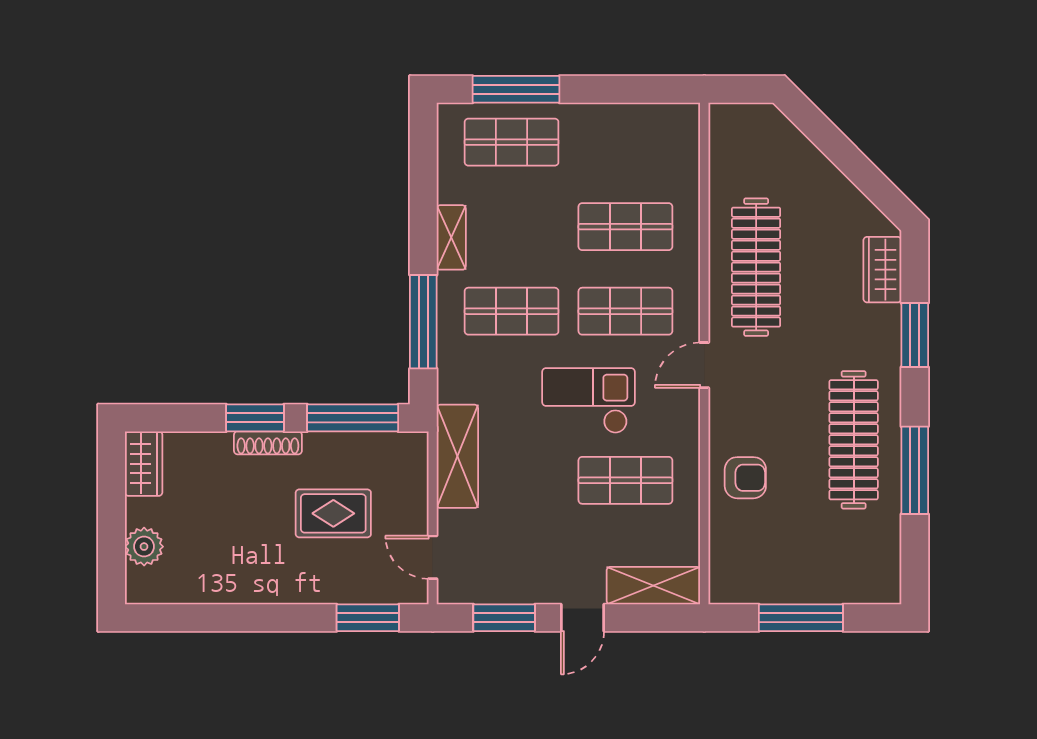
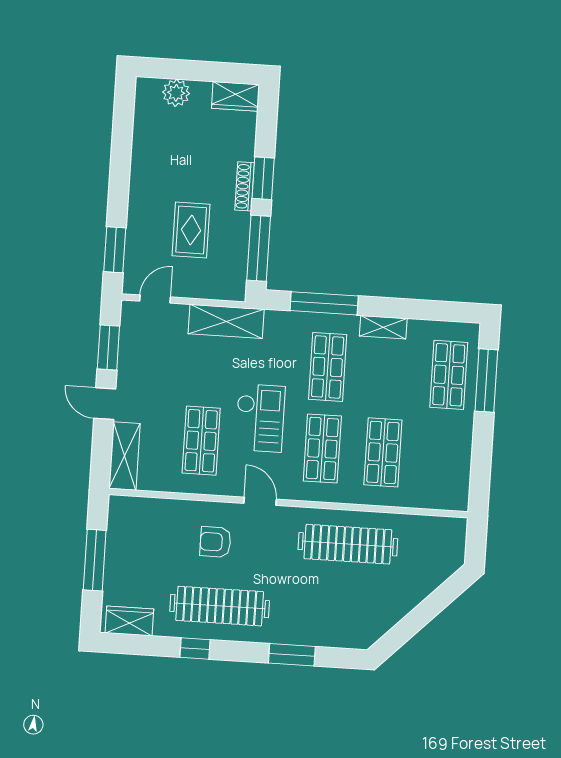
wardrobe: (882, 270) -> (129, 621), moved
door: (704, 365) -> (260, 501), moved
window: (915, 470) -> (195, 648), width x0.46
armchair: (745, 478) -> (215, 542), moved, turned 90

